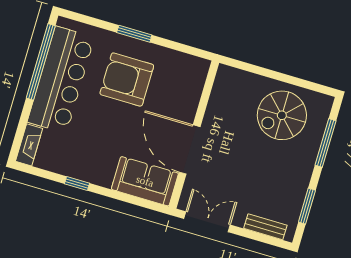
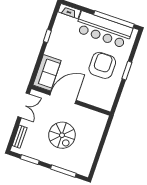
spiral stairs: (282, 115) -> (62, 135), moved, turned 180

